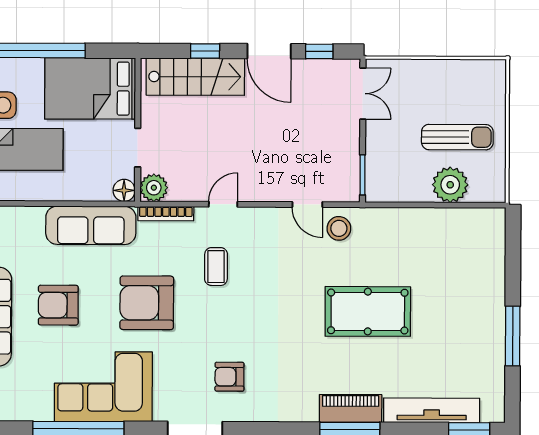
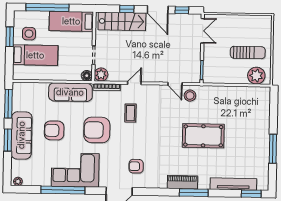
bed: (90, 88) -> (71, 21), width x0.67
plant: (450, 185) -> (256, 76), moved
piano: (351, 408) -> (182, 182), moved

